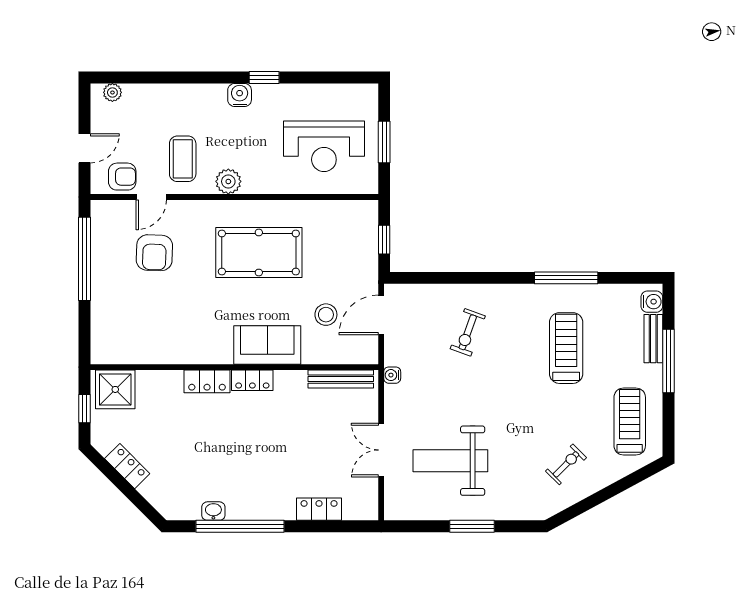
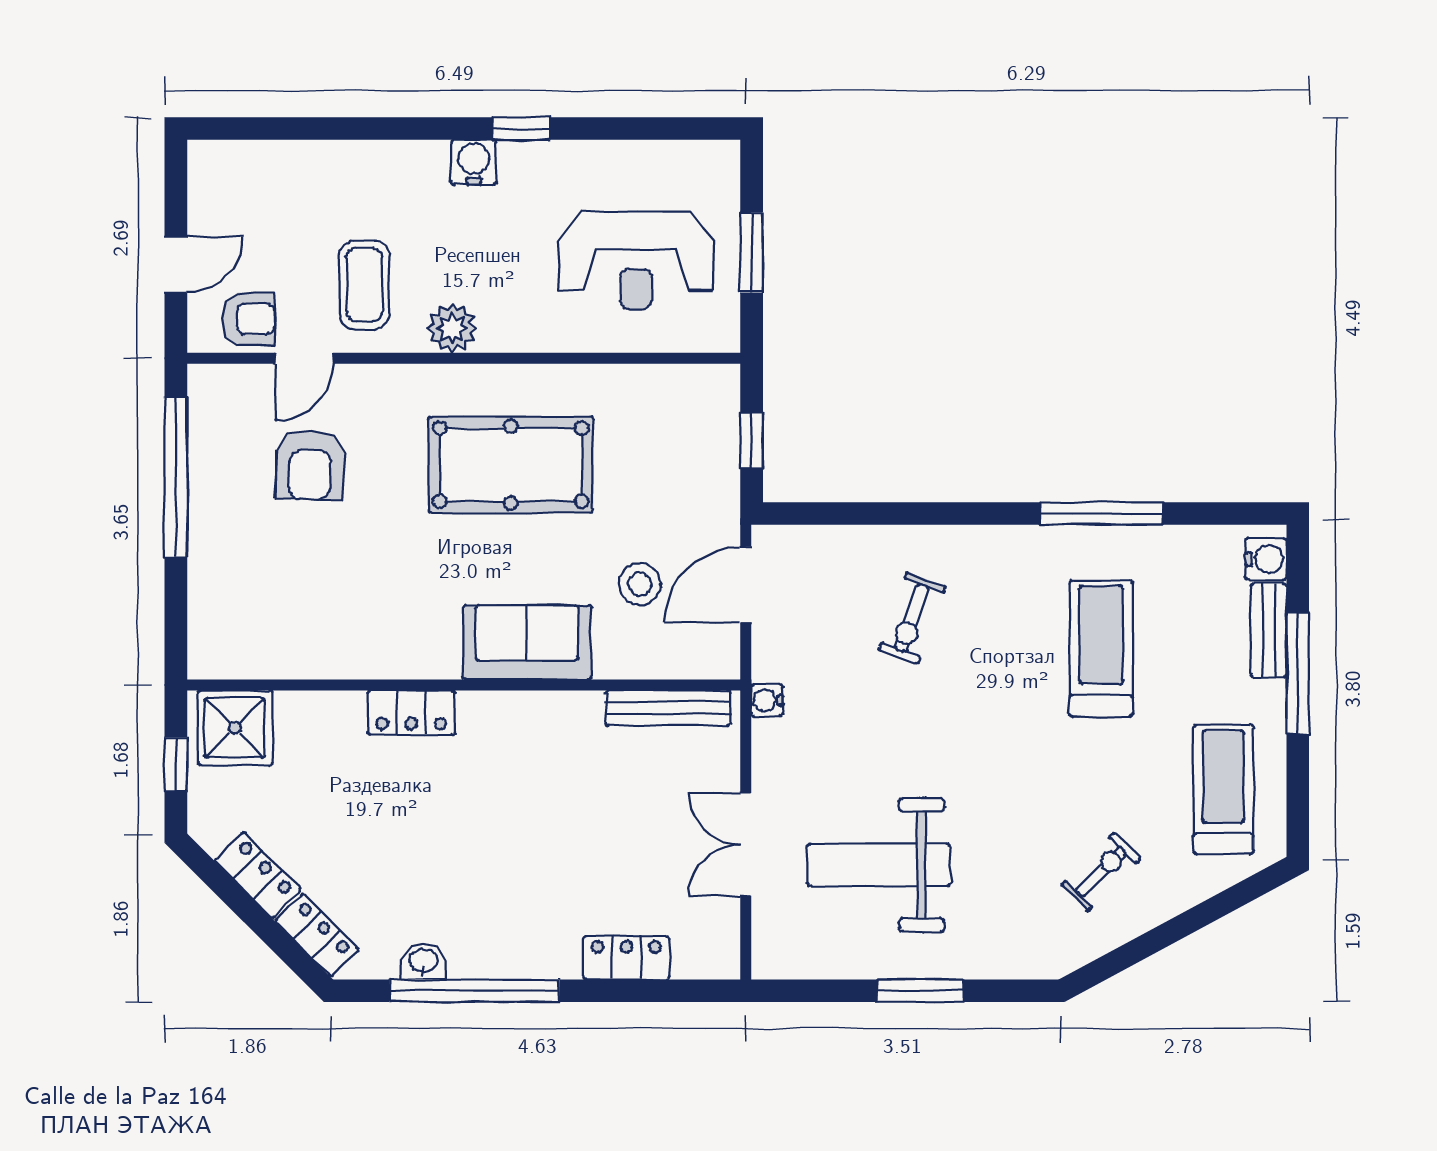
plant: (112, 92) -> (230, 157), removed
locker: (252, 380) -> (317, 935), moved, turned -135

